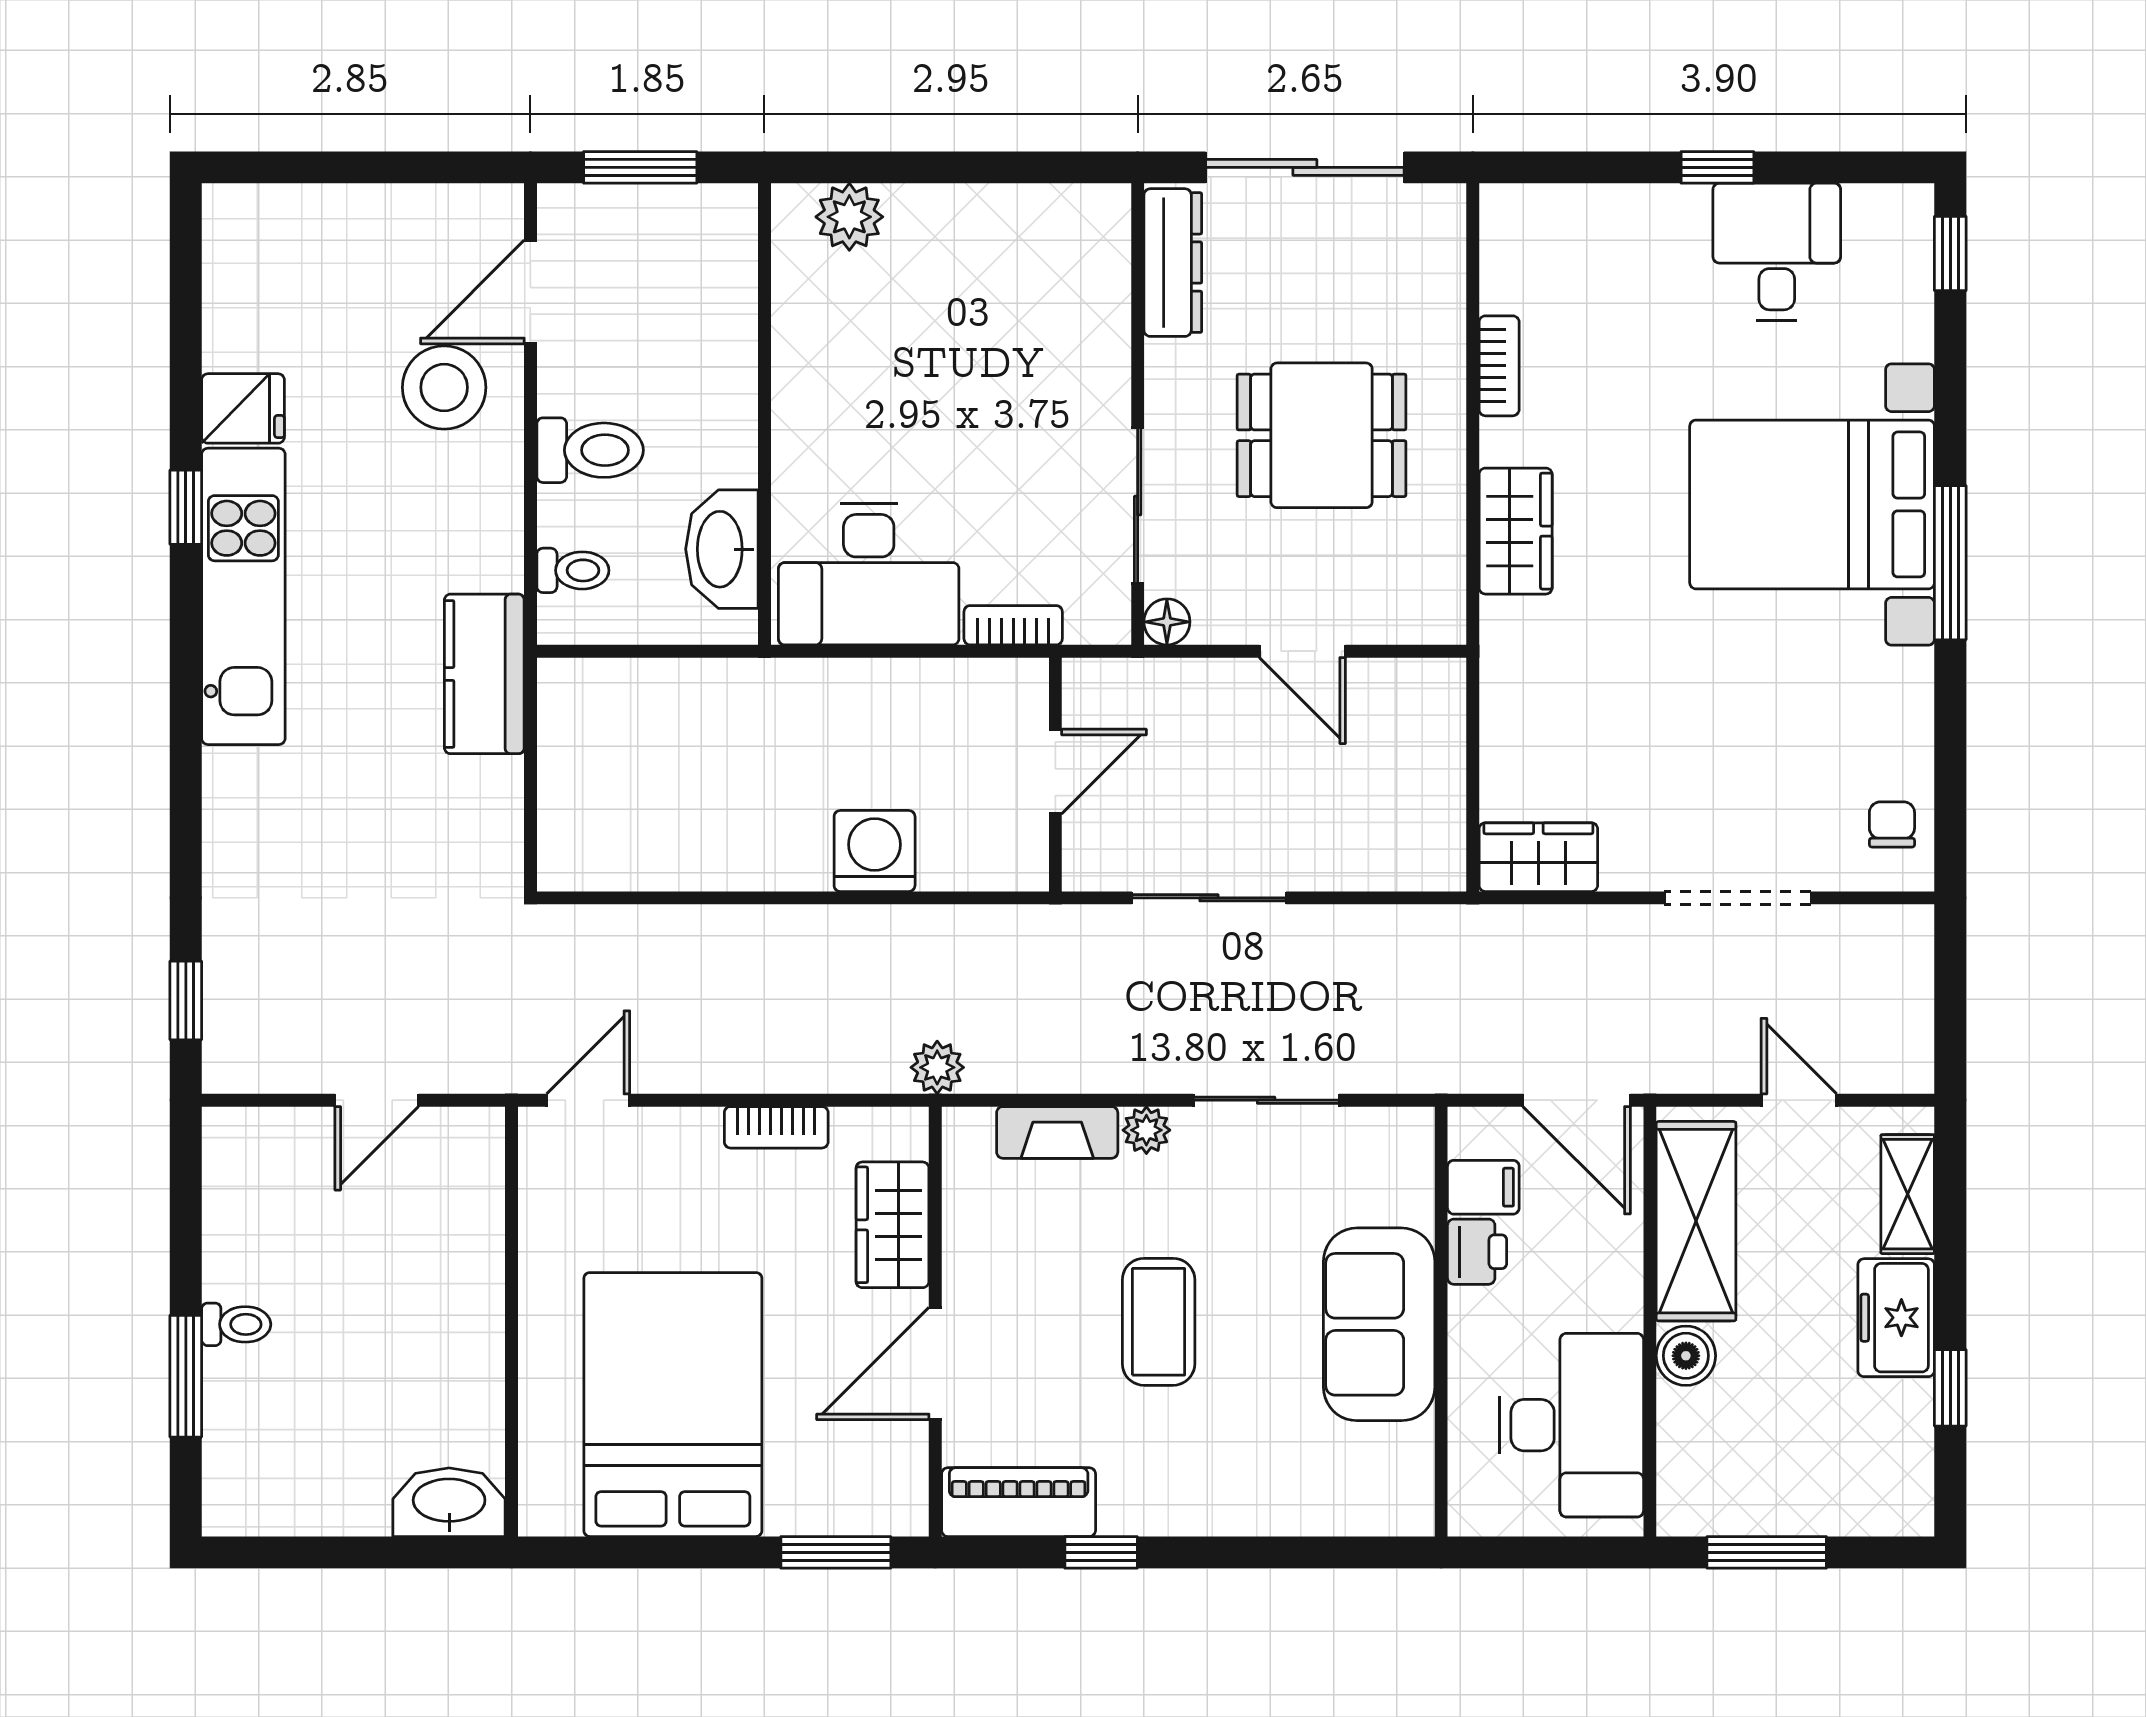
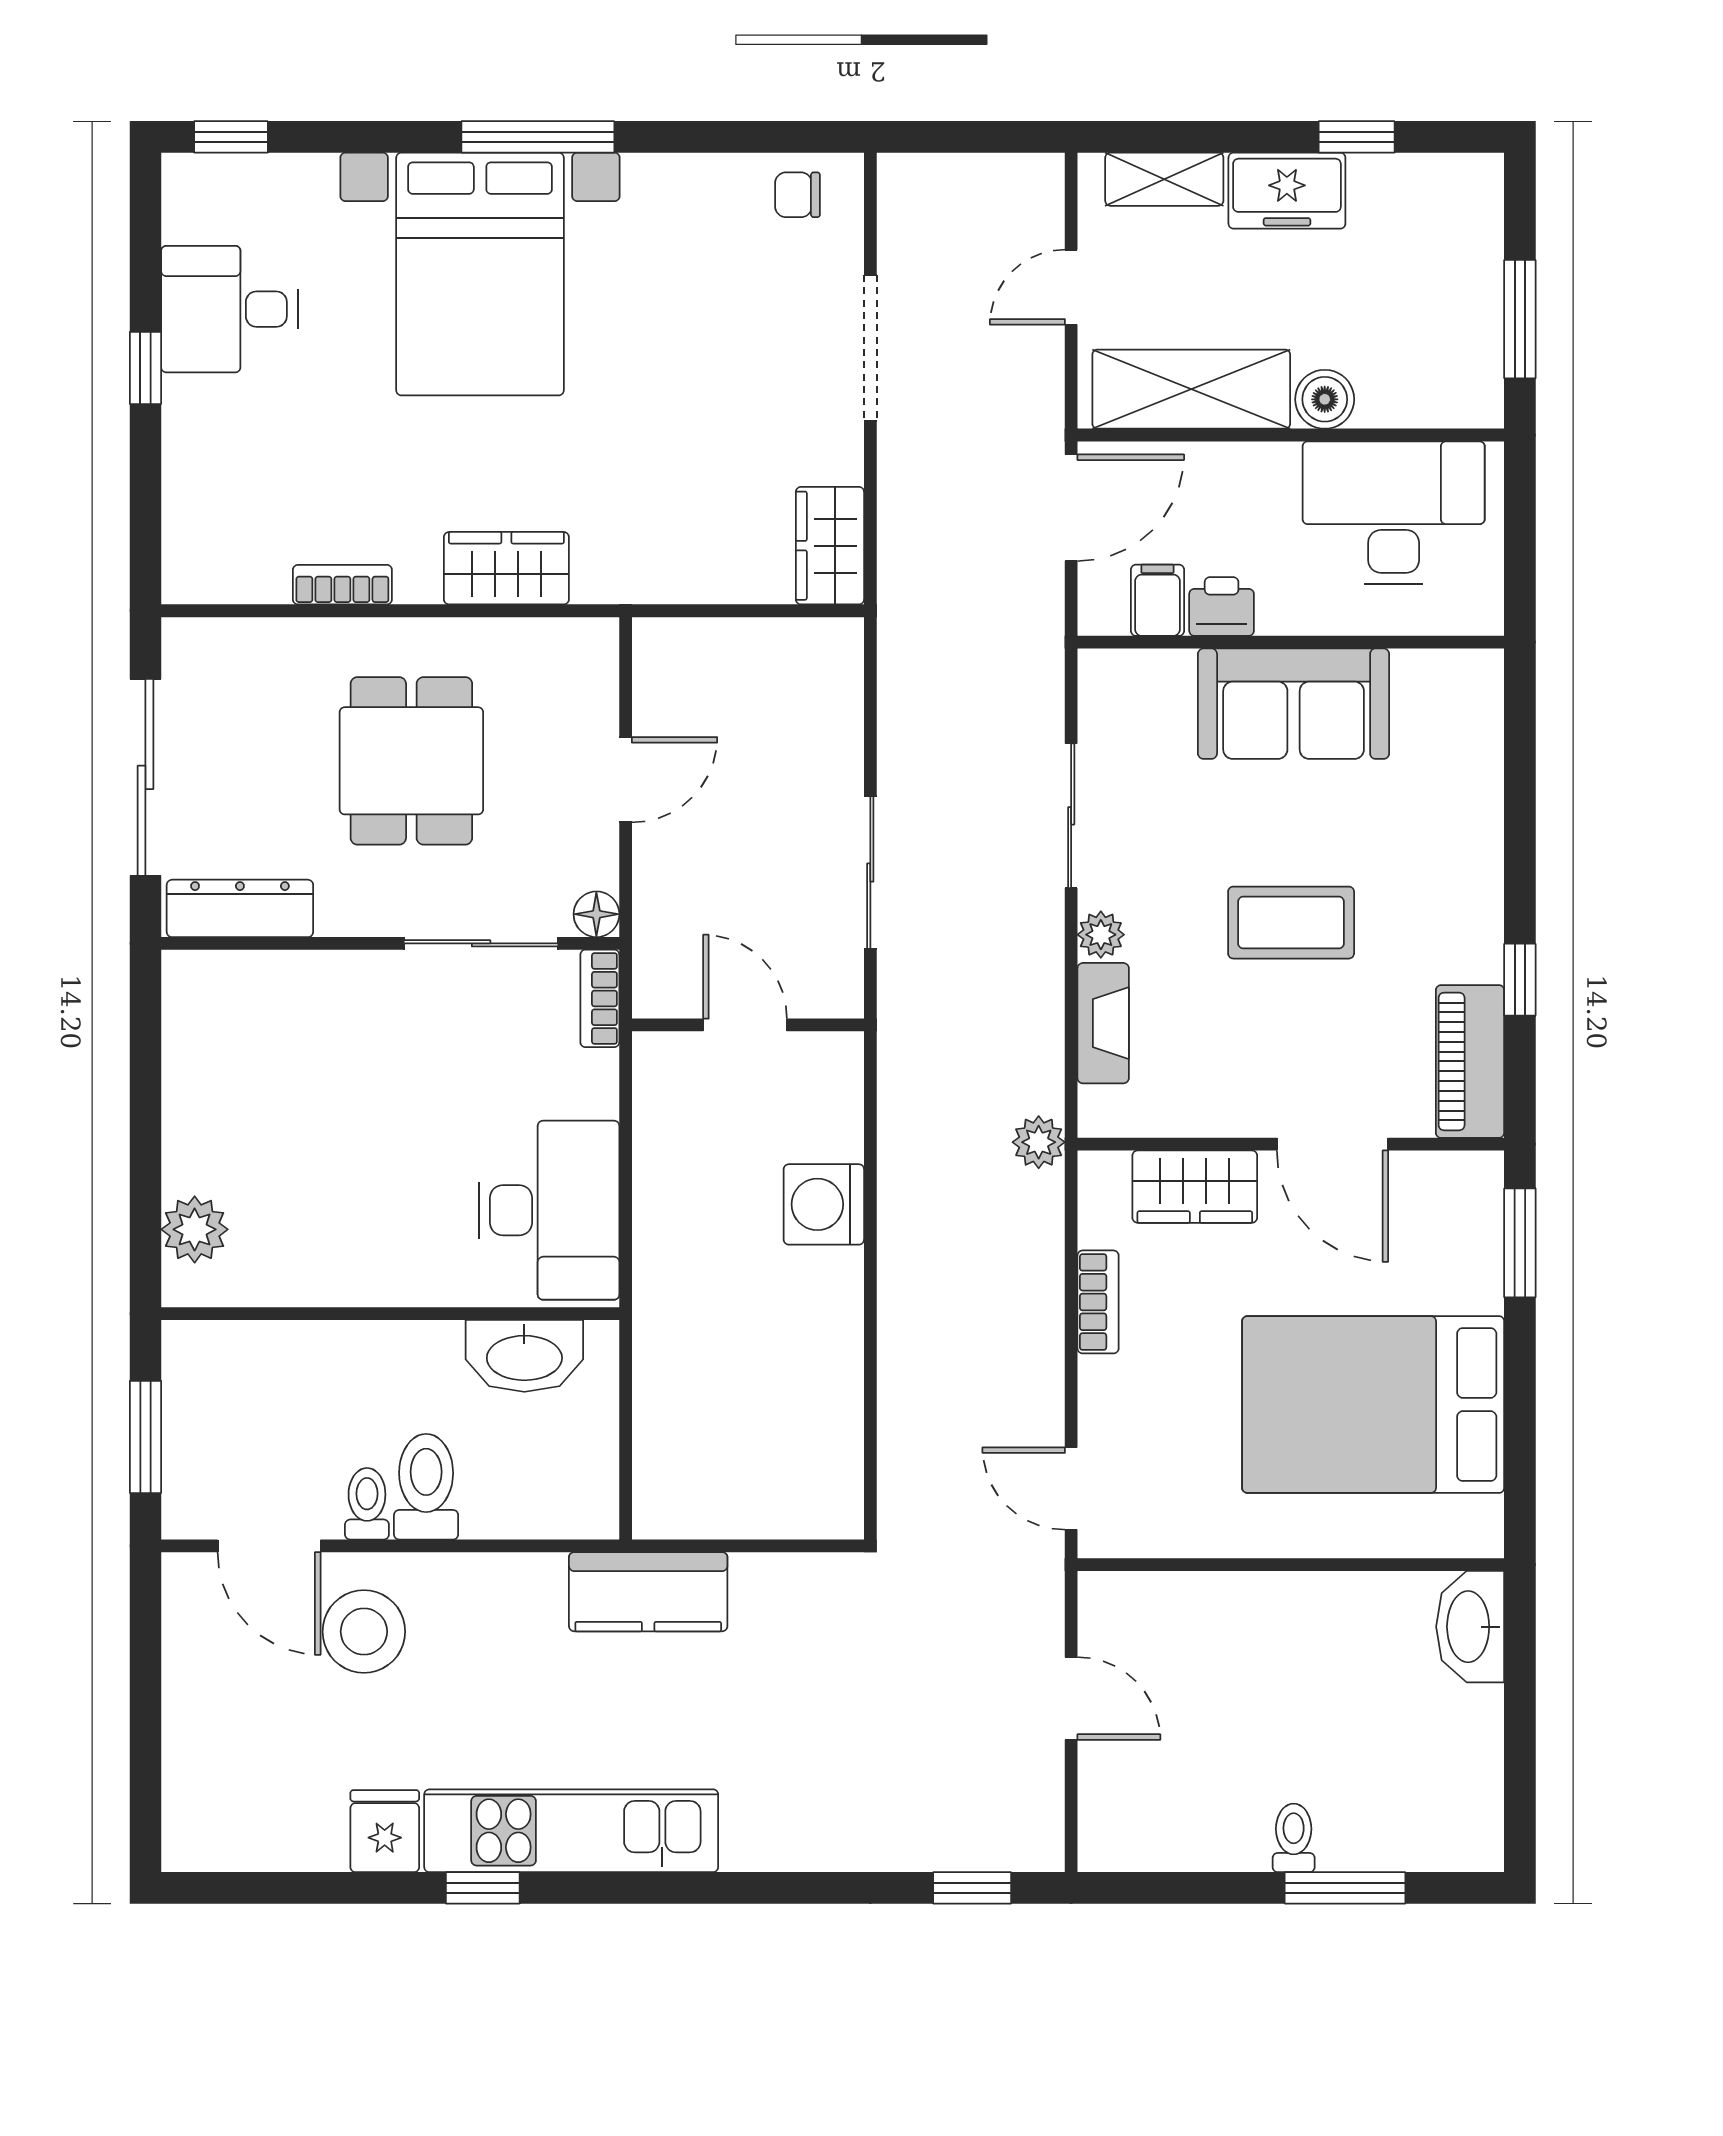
toilet: (573, 570) -> (367, 1504), moved
bookcase: (1013, 625) -> (600, 998), moved

